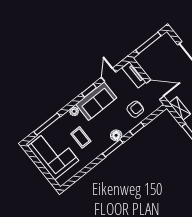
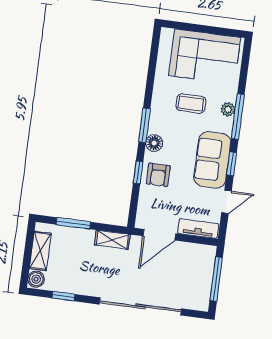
door: (109, 75) -> (226, 202), hinge flipped
armchair: (135, 109) -> (158, 175), moved
plant: (74, 111) -> (228, 109), moved
window: (47, 124) -> (238, 117), moved

